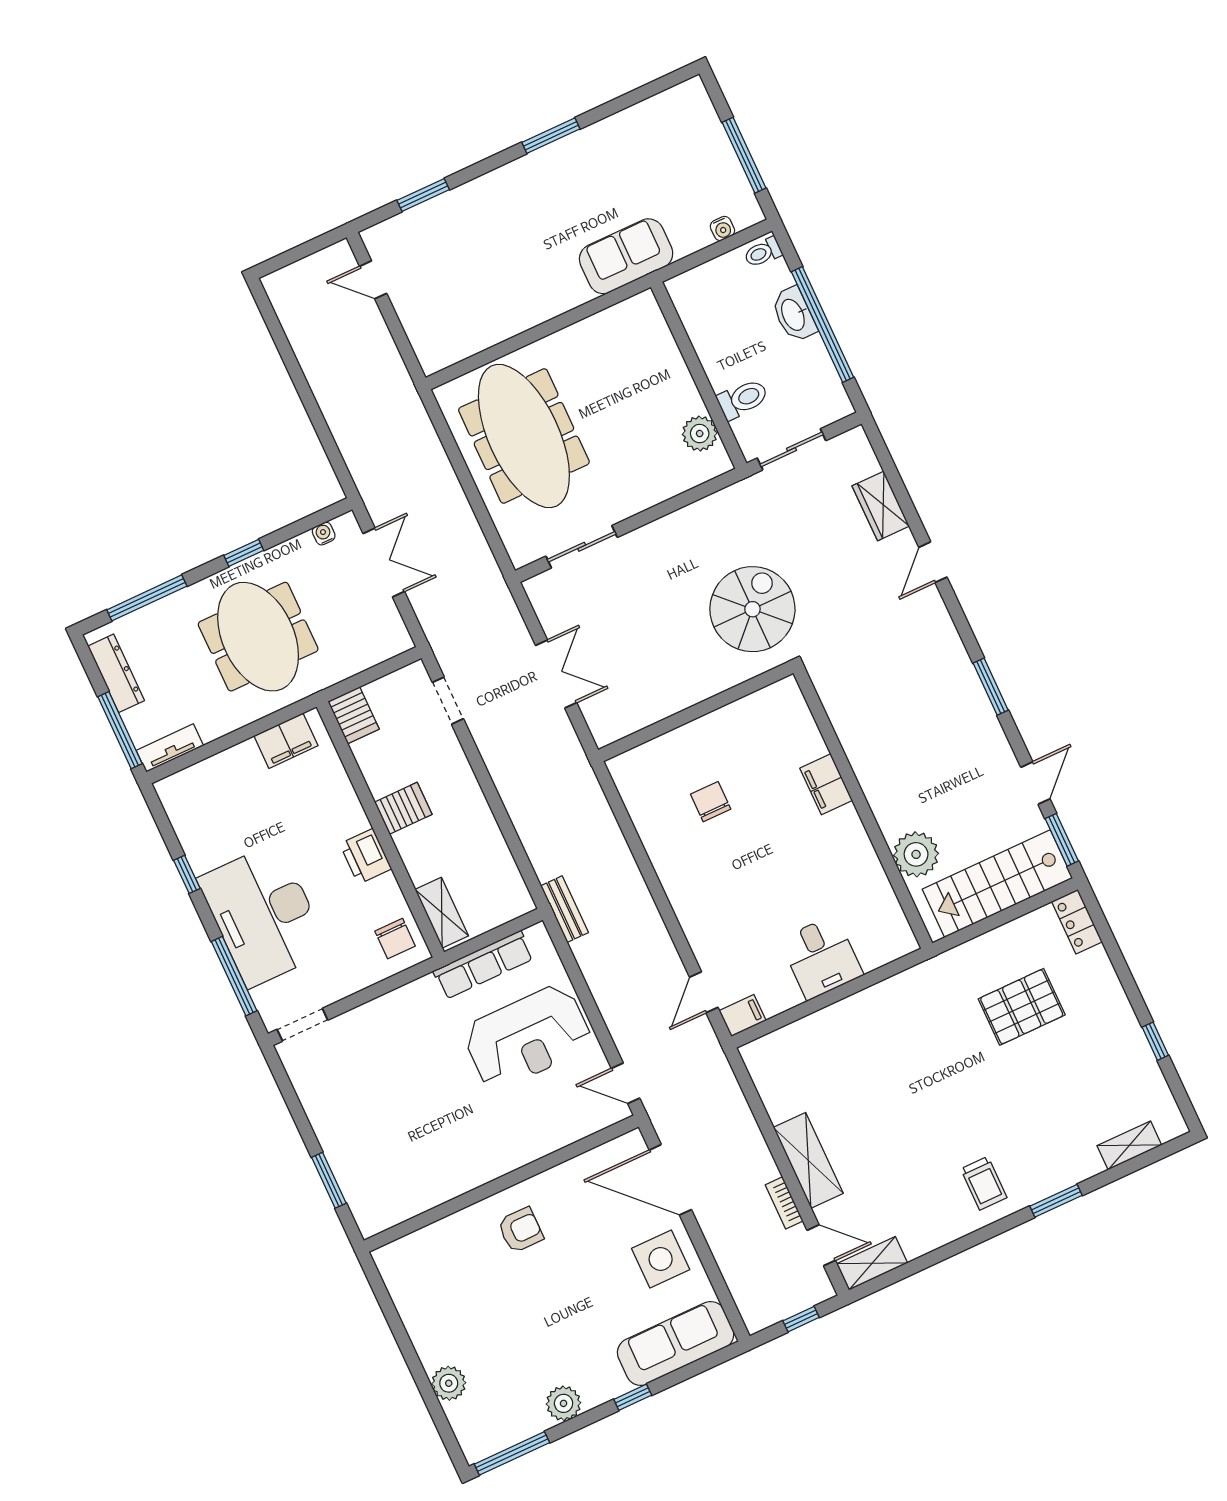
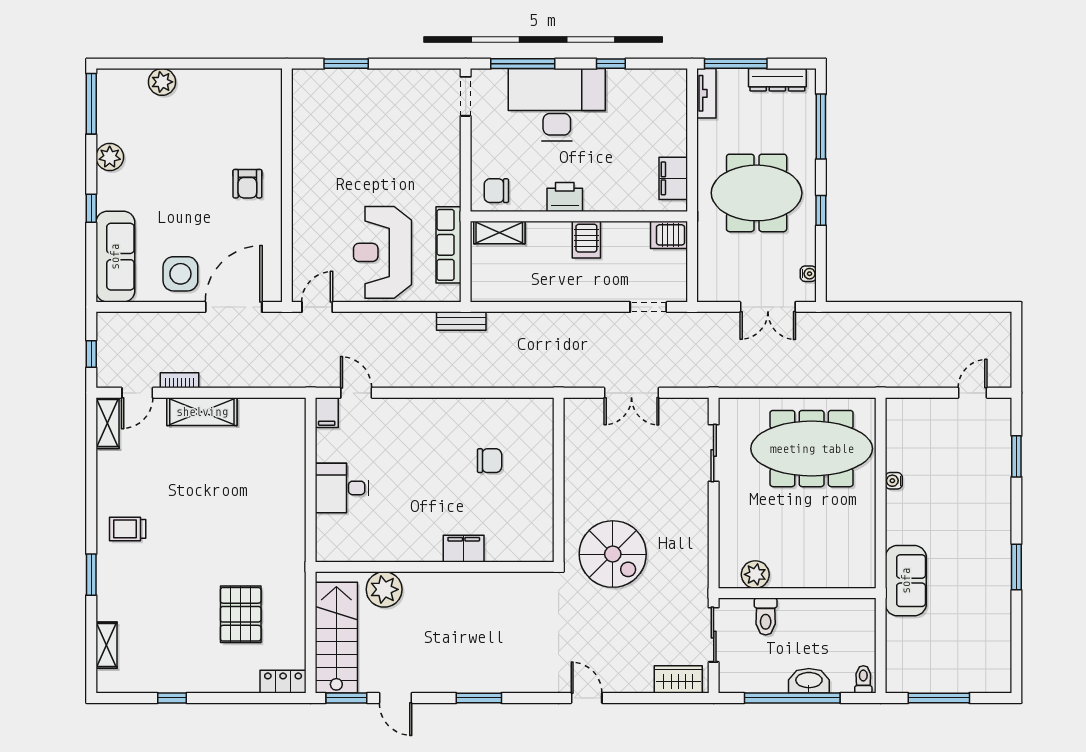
water cooler: (722, 228) -> (894, 481), moved
wardrobe: (881, 506) -> (678, 679), moved

